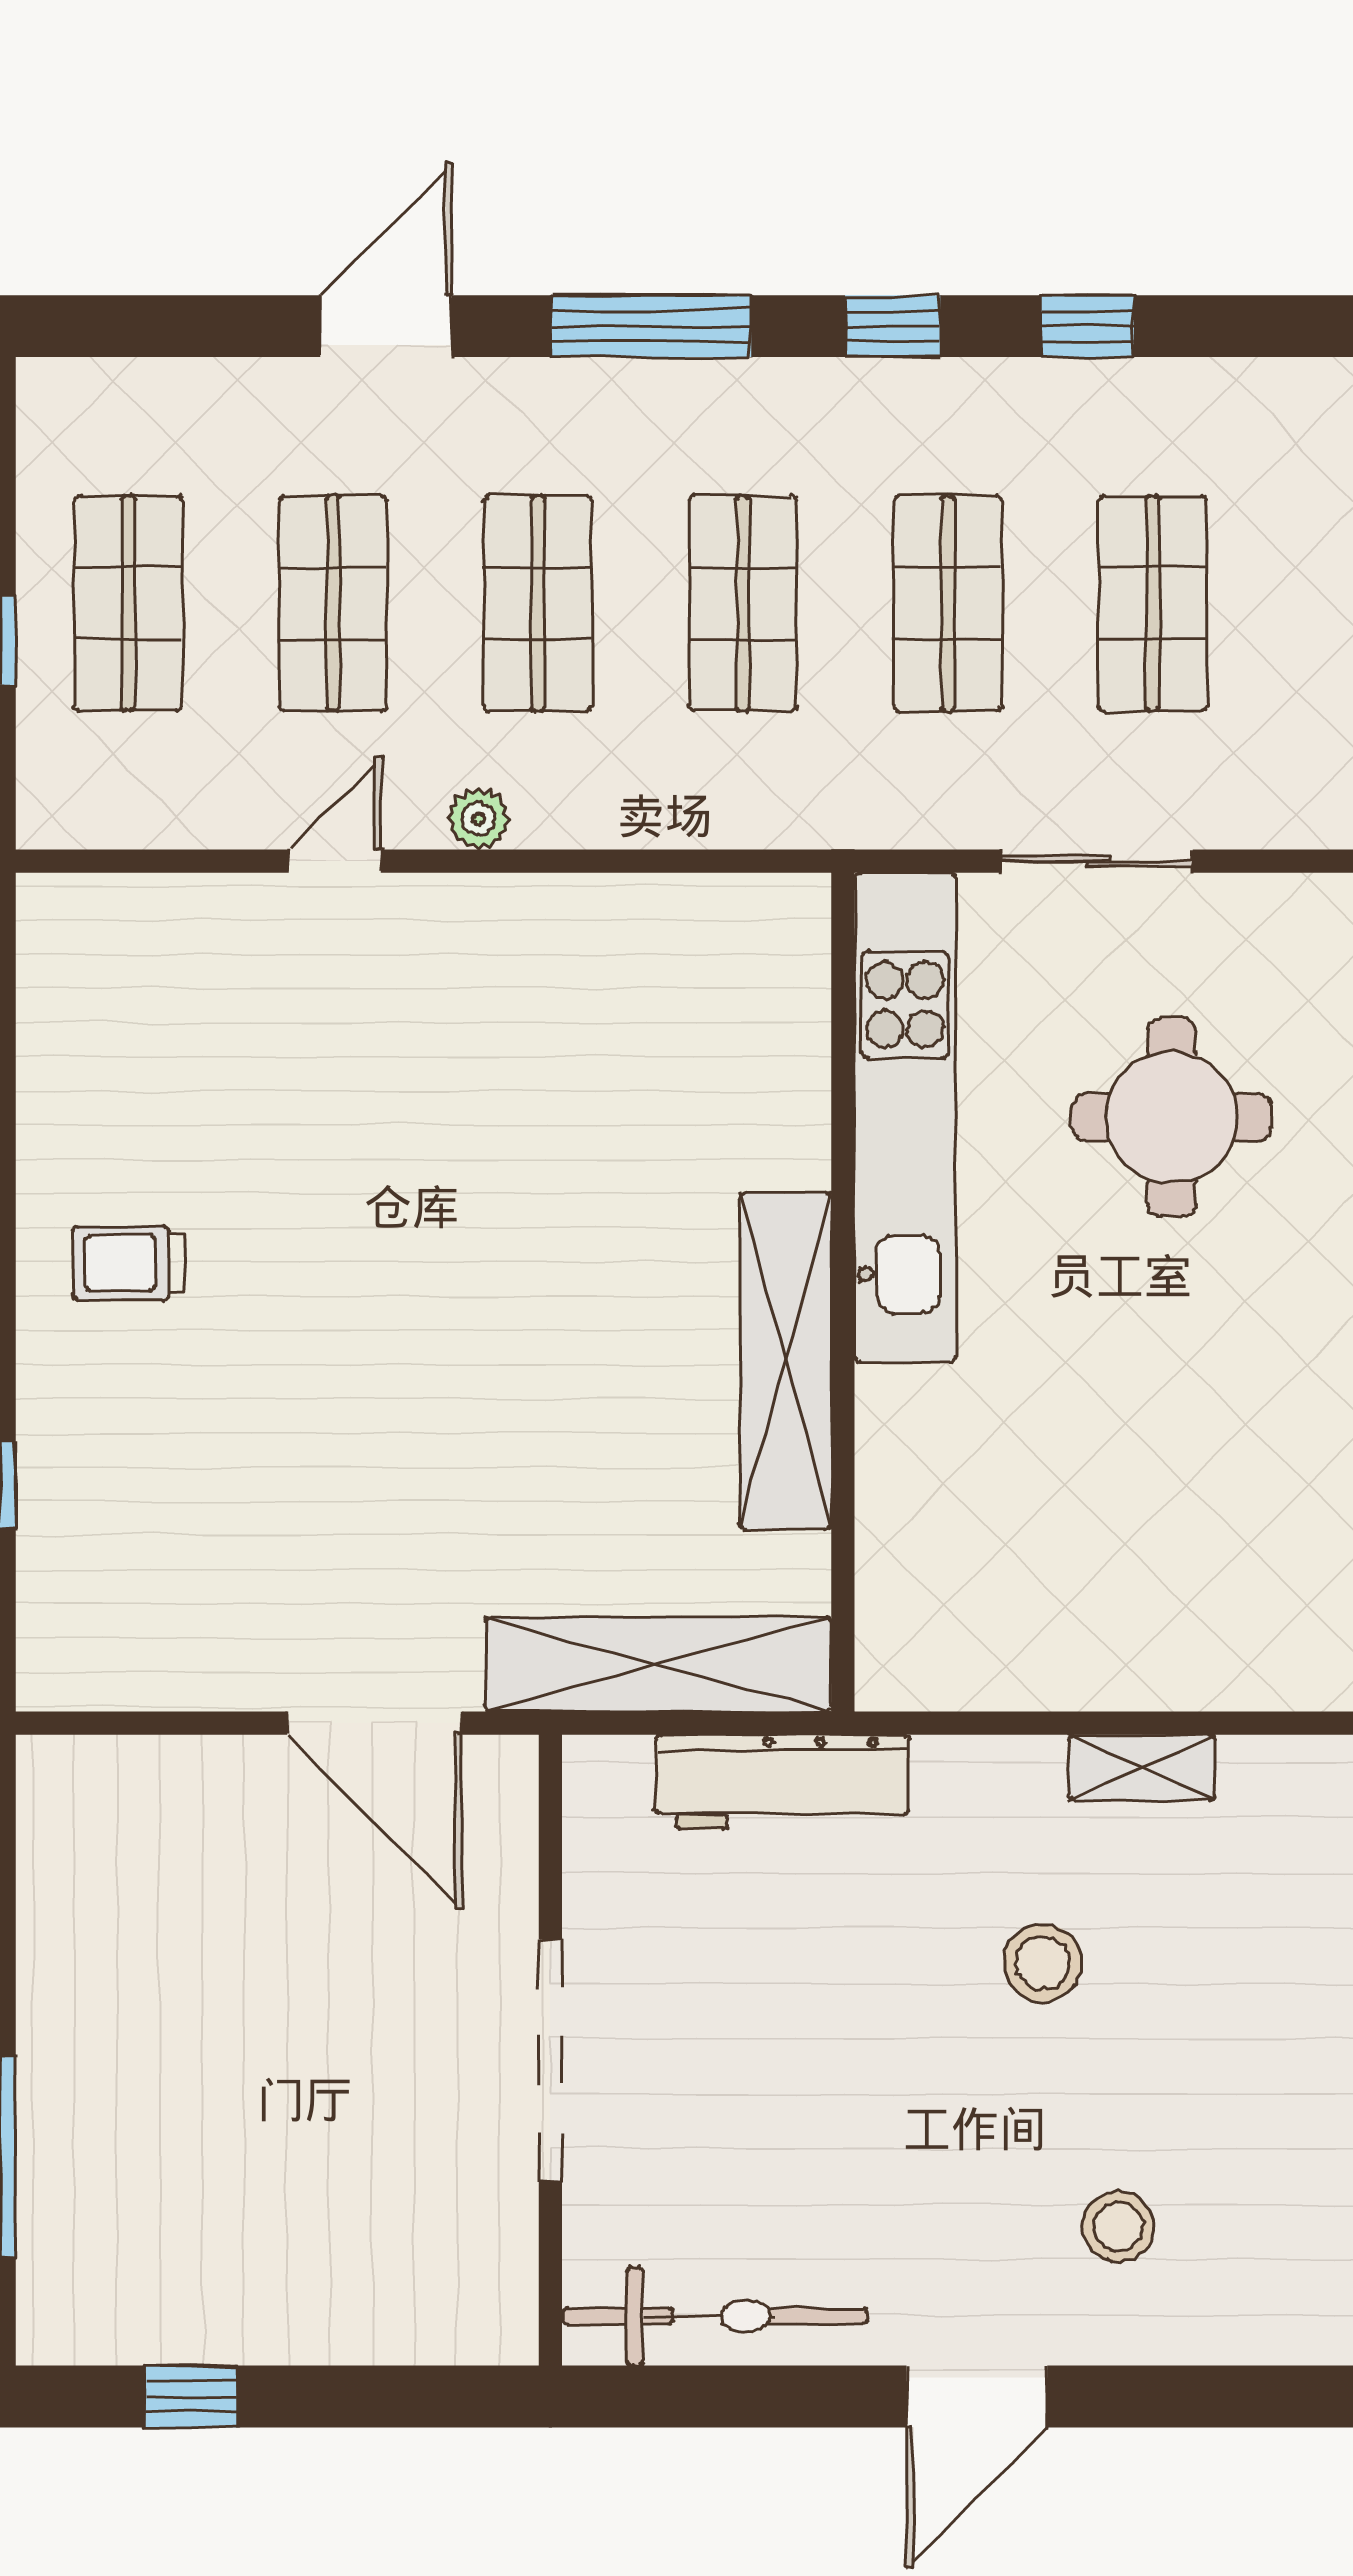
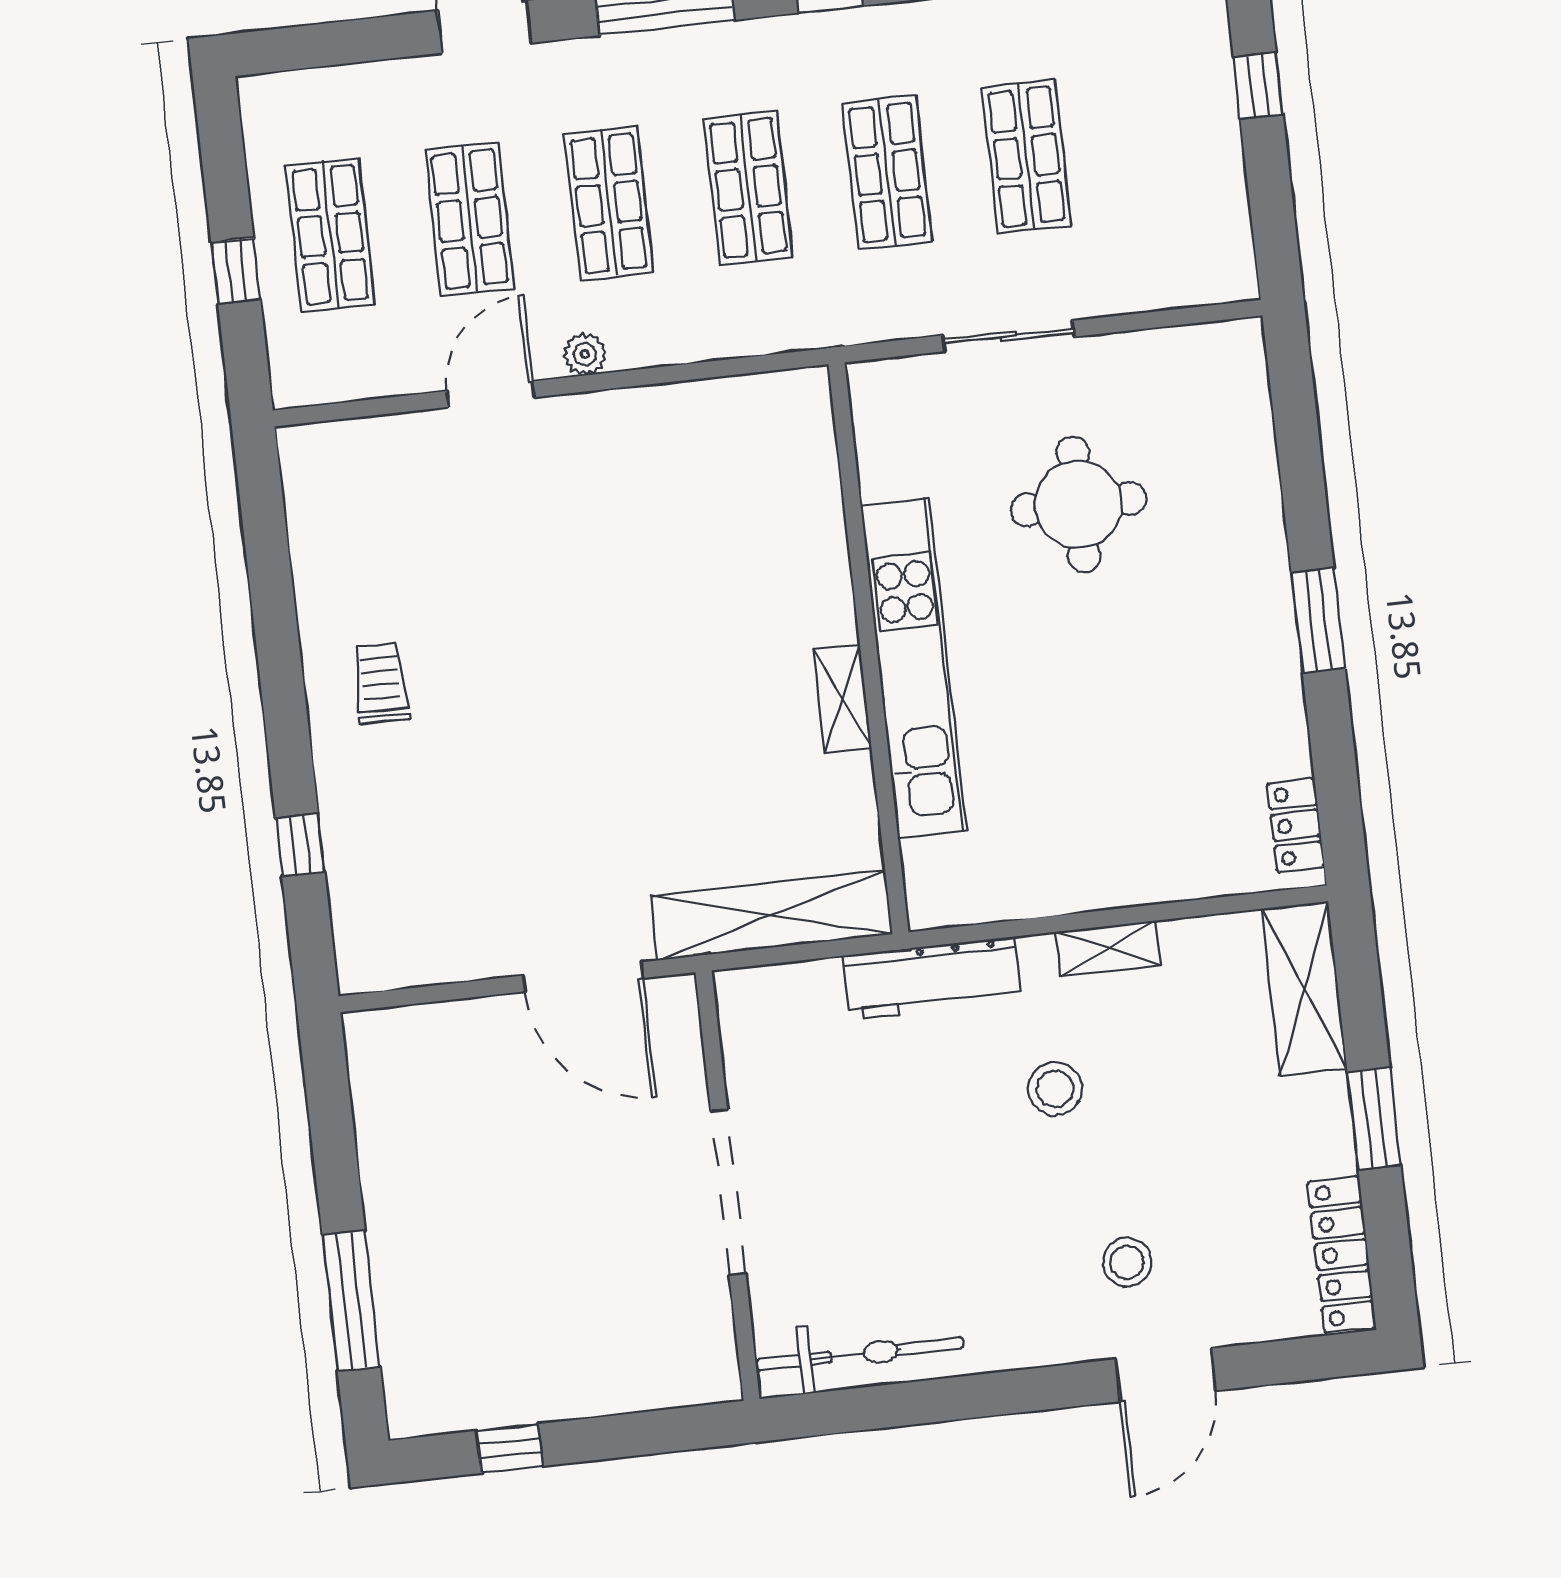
door: (335, 861) -> (490, 394), width x1.38
kitchen unit: (905, 1117) -> (913, 668), moved
trolley: (128, 1263) -> (381, 683), turned 90
shelving: (785, 1361) -> (843, 698), width x0.45, depth x0.75
workbench: (782, 1782) -> (932, 978), moved
door: (977, 2396) -> (1166, 1375), moved

